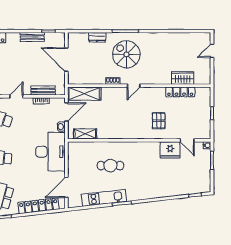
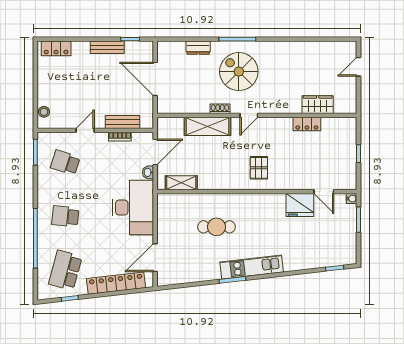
locker: (180, 92) -> (307, 124), width x0.66
shelving: (84, 94) -> (208, 126), moved
pallet: (159, 121) -> (259, 168), moved
kitchen unit: (104, 198) -> (252, 267), moved

